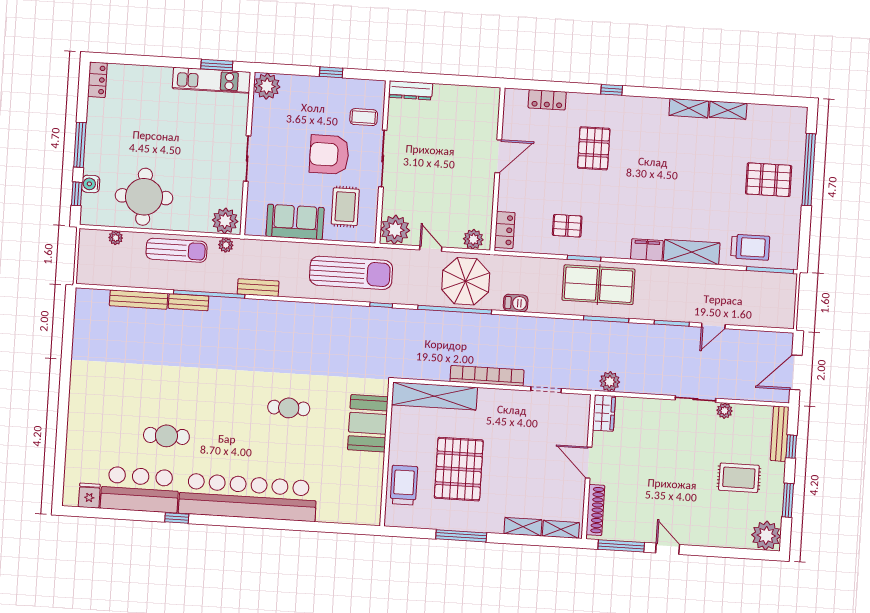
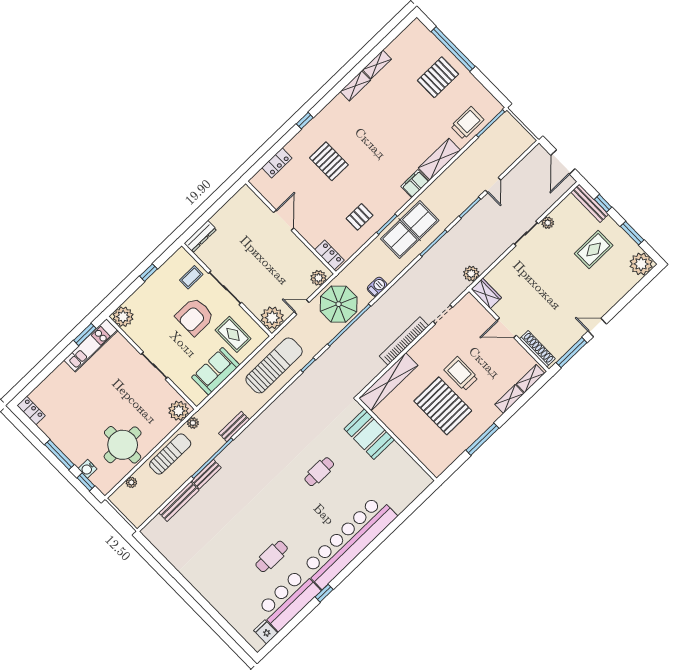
trolley: (404, 485) -> (461, 374), moved

